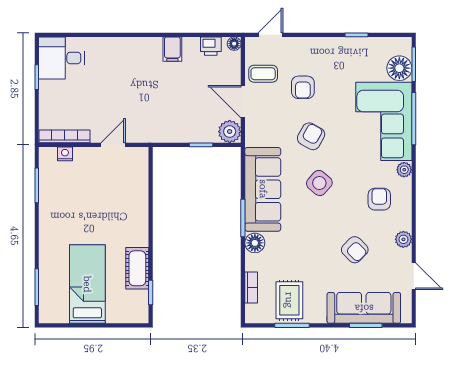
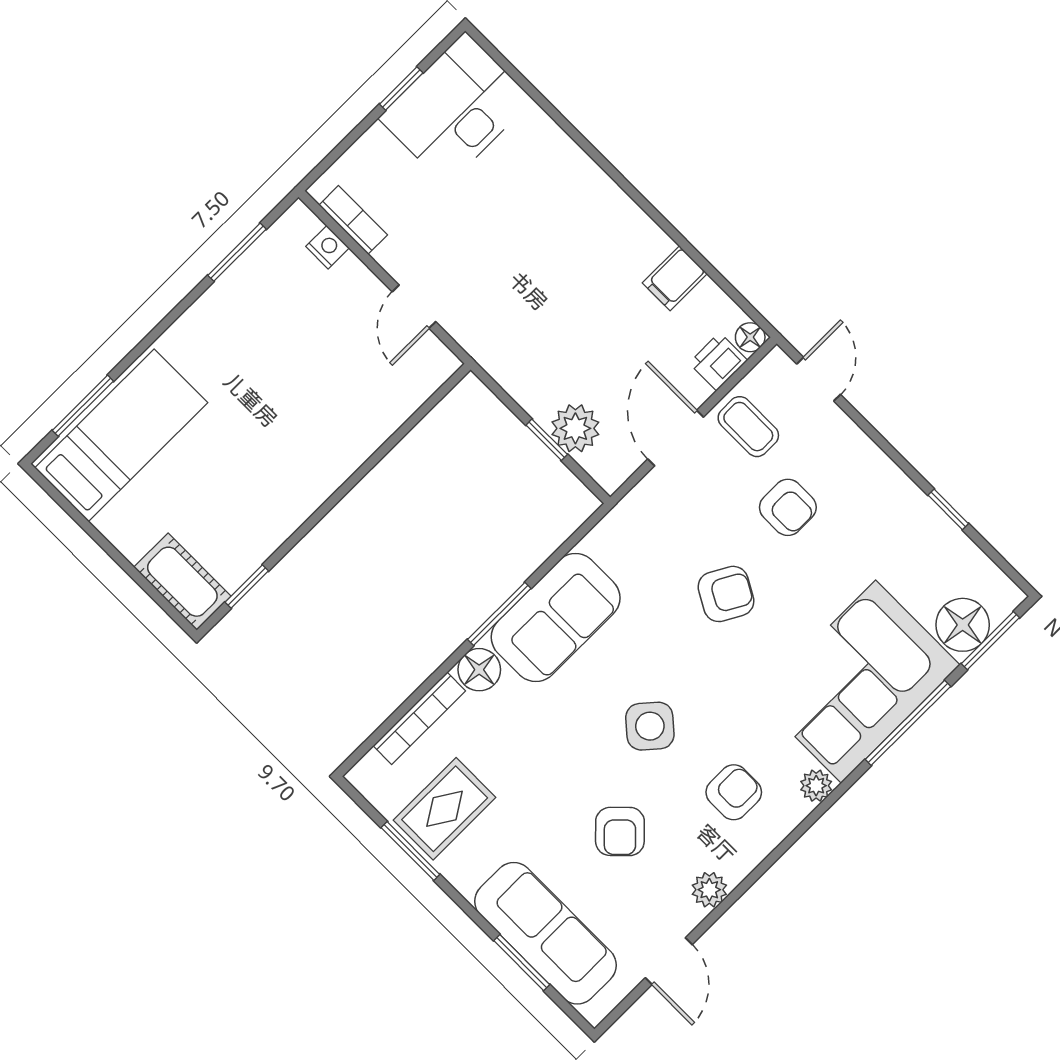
door: (271, 35) -> (819, 379), hinge flipped
printer: (211, 46) -> (718, 362), moved, turned 90
filing cabinet: (172, 49) -> (675, 278), moved
desk: (62, 58) -> (456, 109), width x1.37
armchair: (303, 87) -> (788, 507), turned -90
plant: (230, 132) -> (575, 428), moved
bookcase: (64, 136) -> (353, 220), width x0.64
door: (113, 145) -> (414, 307), swing flipped
side table: (319, 183) -> (650, 726), moved
sofa: (263, 189) -> (556, 617), width x0.73
cot: (137, 268) -> (182, 582), moved, turned 90
bed: (87, 284) -> (121, 435), moved
bookcase: (251, 288) -> (419, 718), width x1.56

